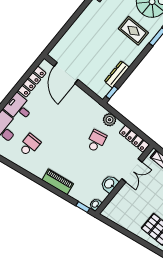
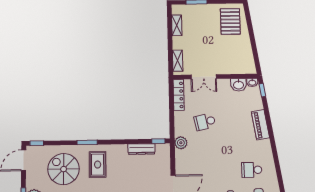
plant: (109, 120) -> (181, 143), moved
double door: (132, 170) -> (204, 77), swing flipped
washbasin: (109, 184) -> (238, 85), moved

